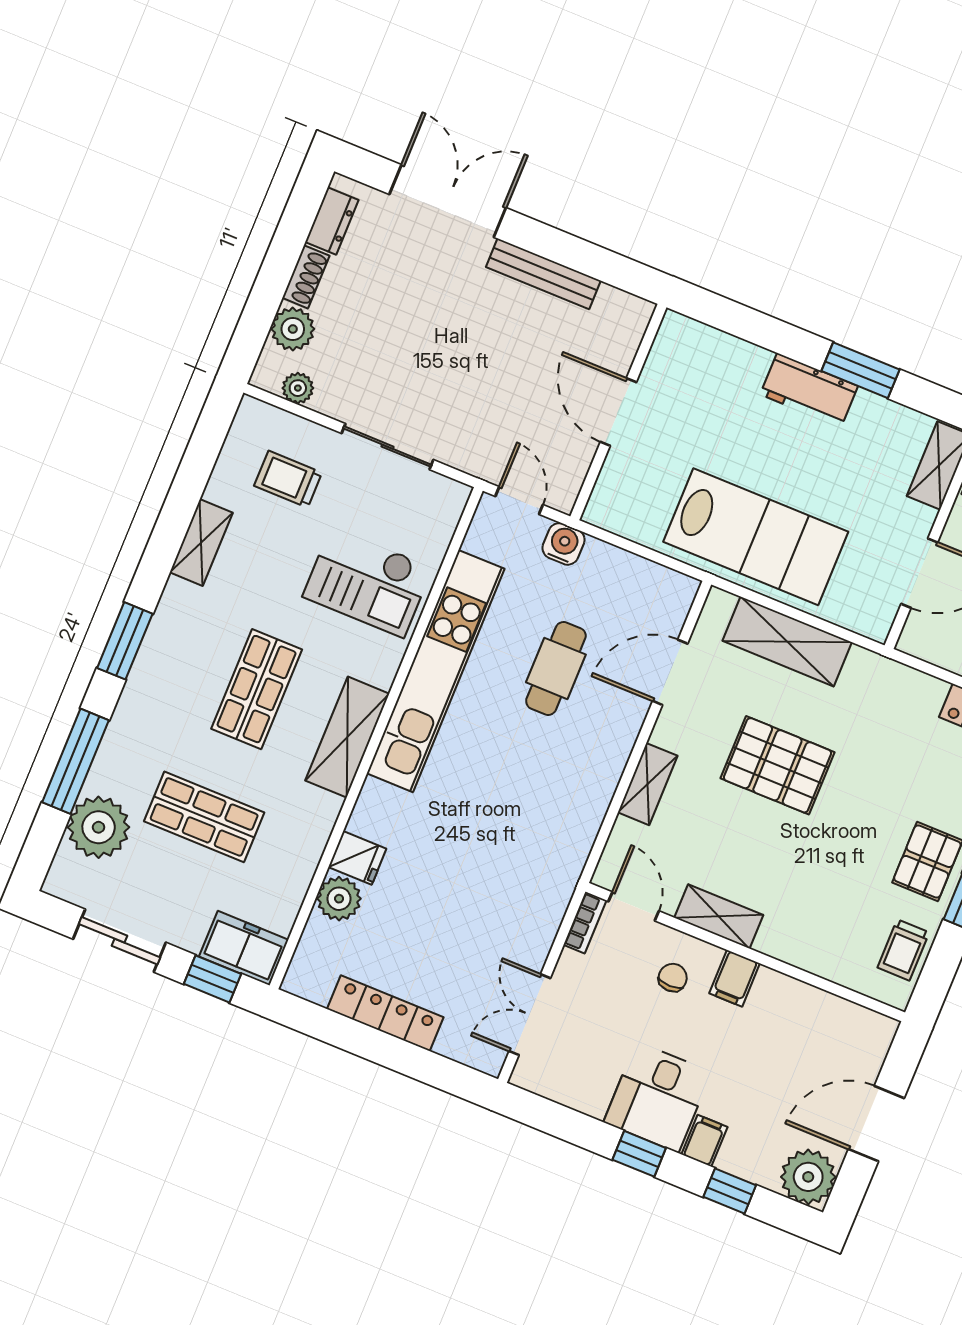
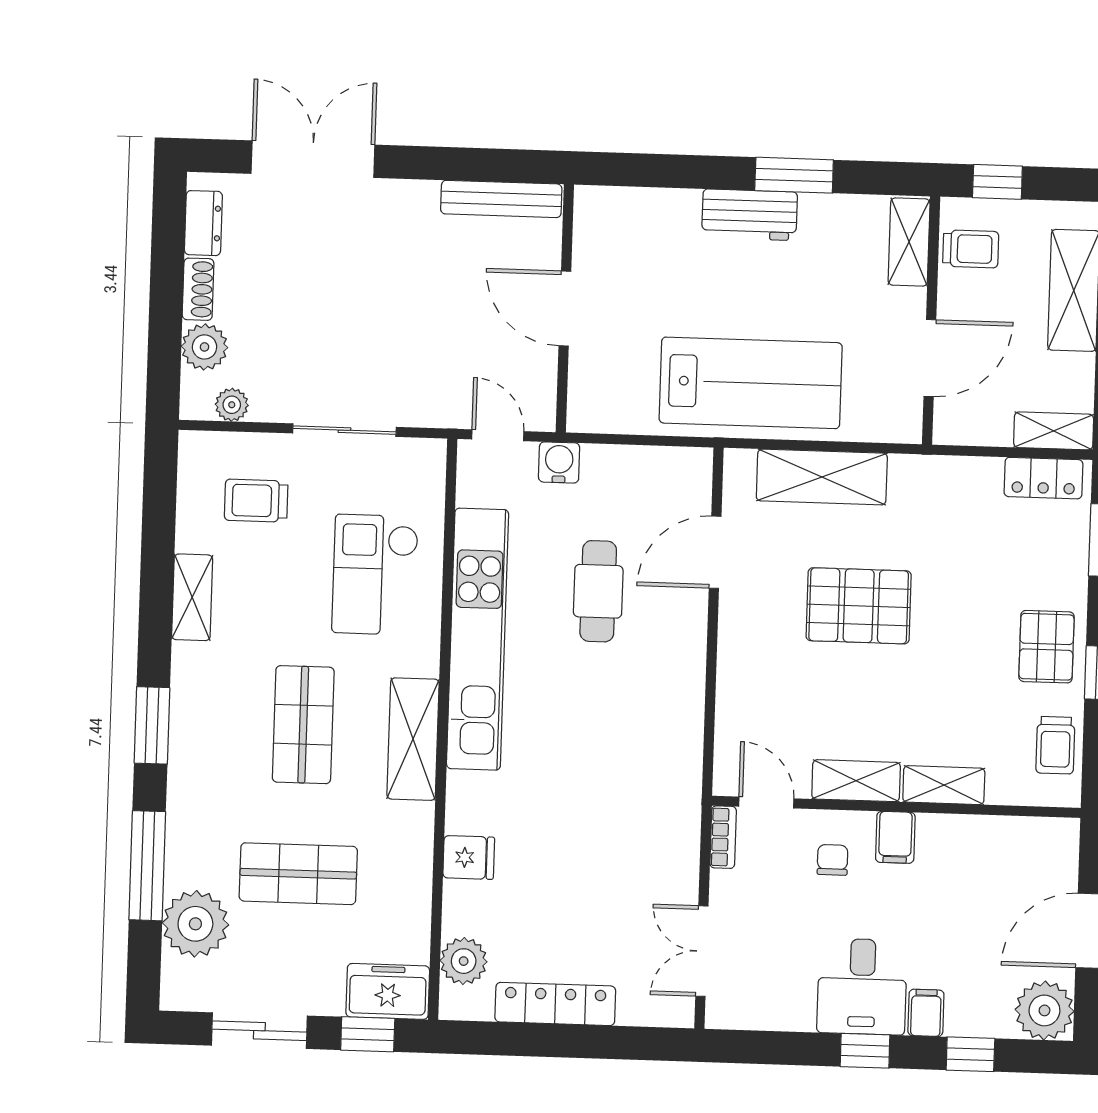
bench: (543, 274) -> (501, 199), moved
checkout: (368, 582) -> (375, 575), turned 90
shelving: (648, 784) -> (944, 785), moved, turned 90
plant: (339, 899) -> (464, 961), moved

